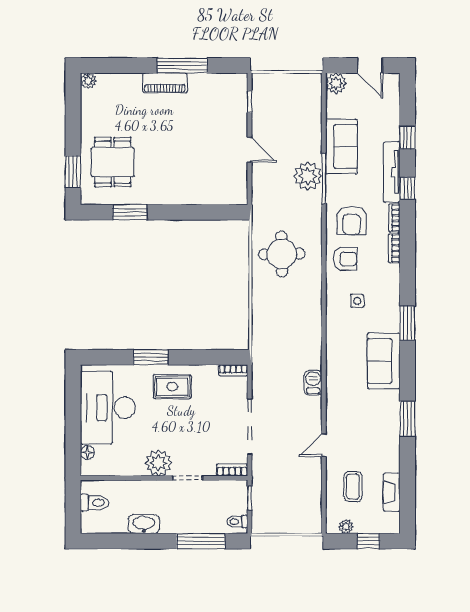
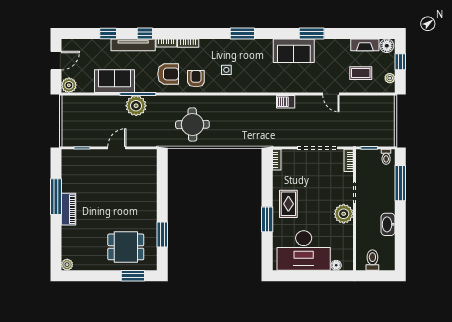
sofa: (384, 361) -> (294, 51), moved
floor lamp: (391, 522) -> (387, 46), added

